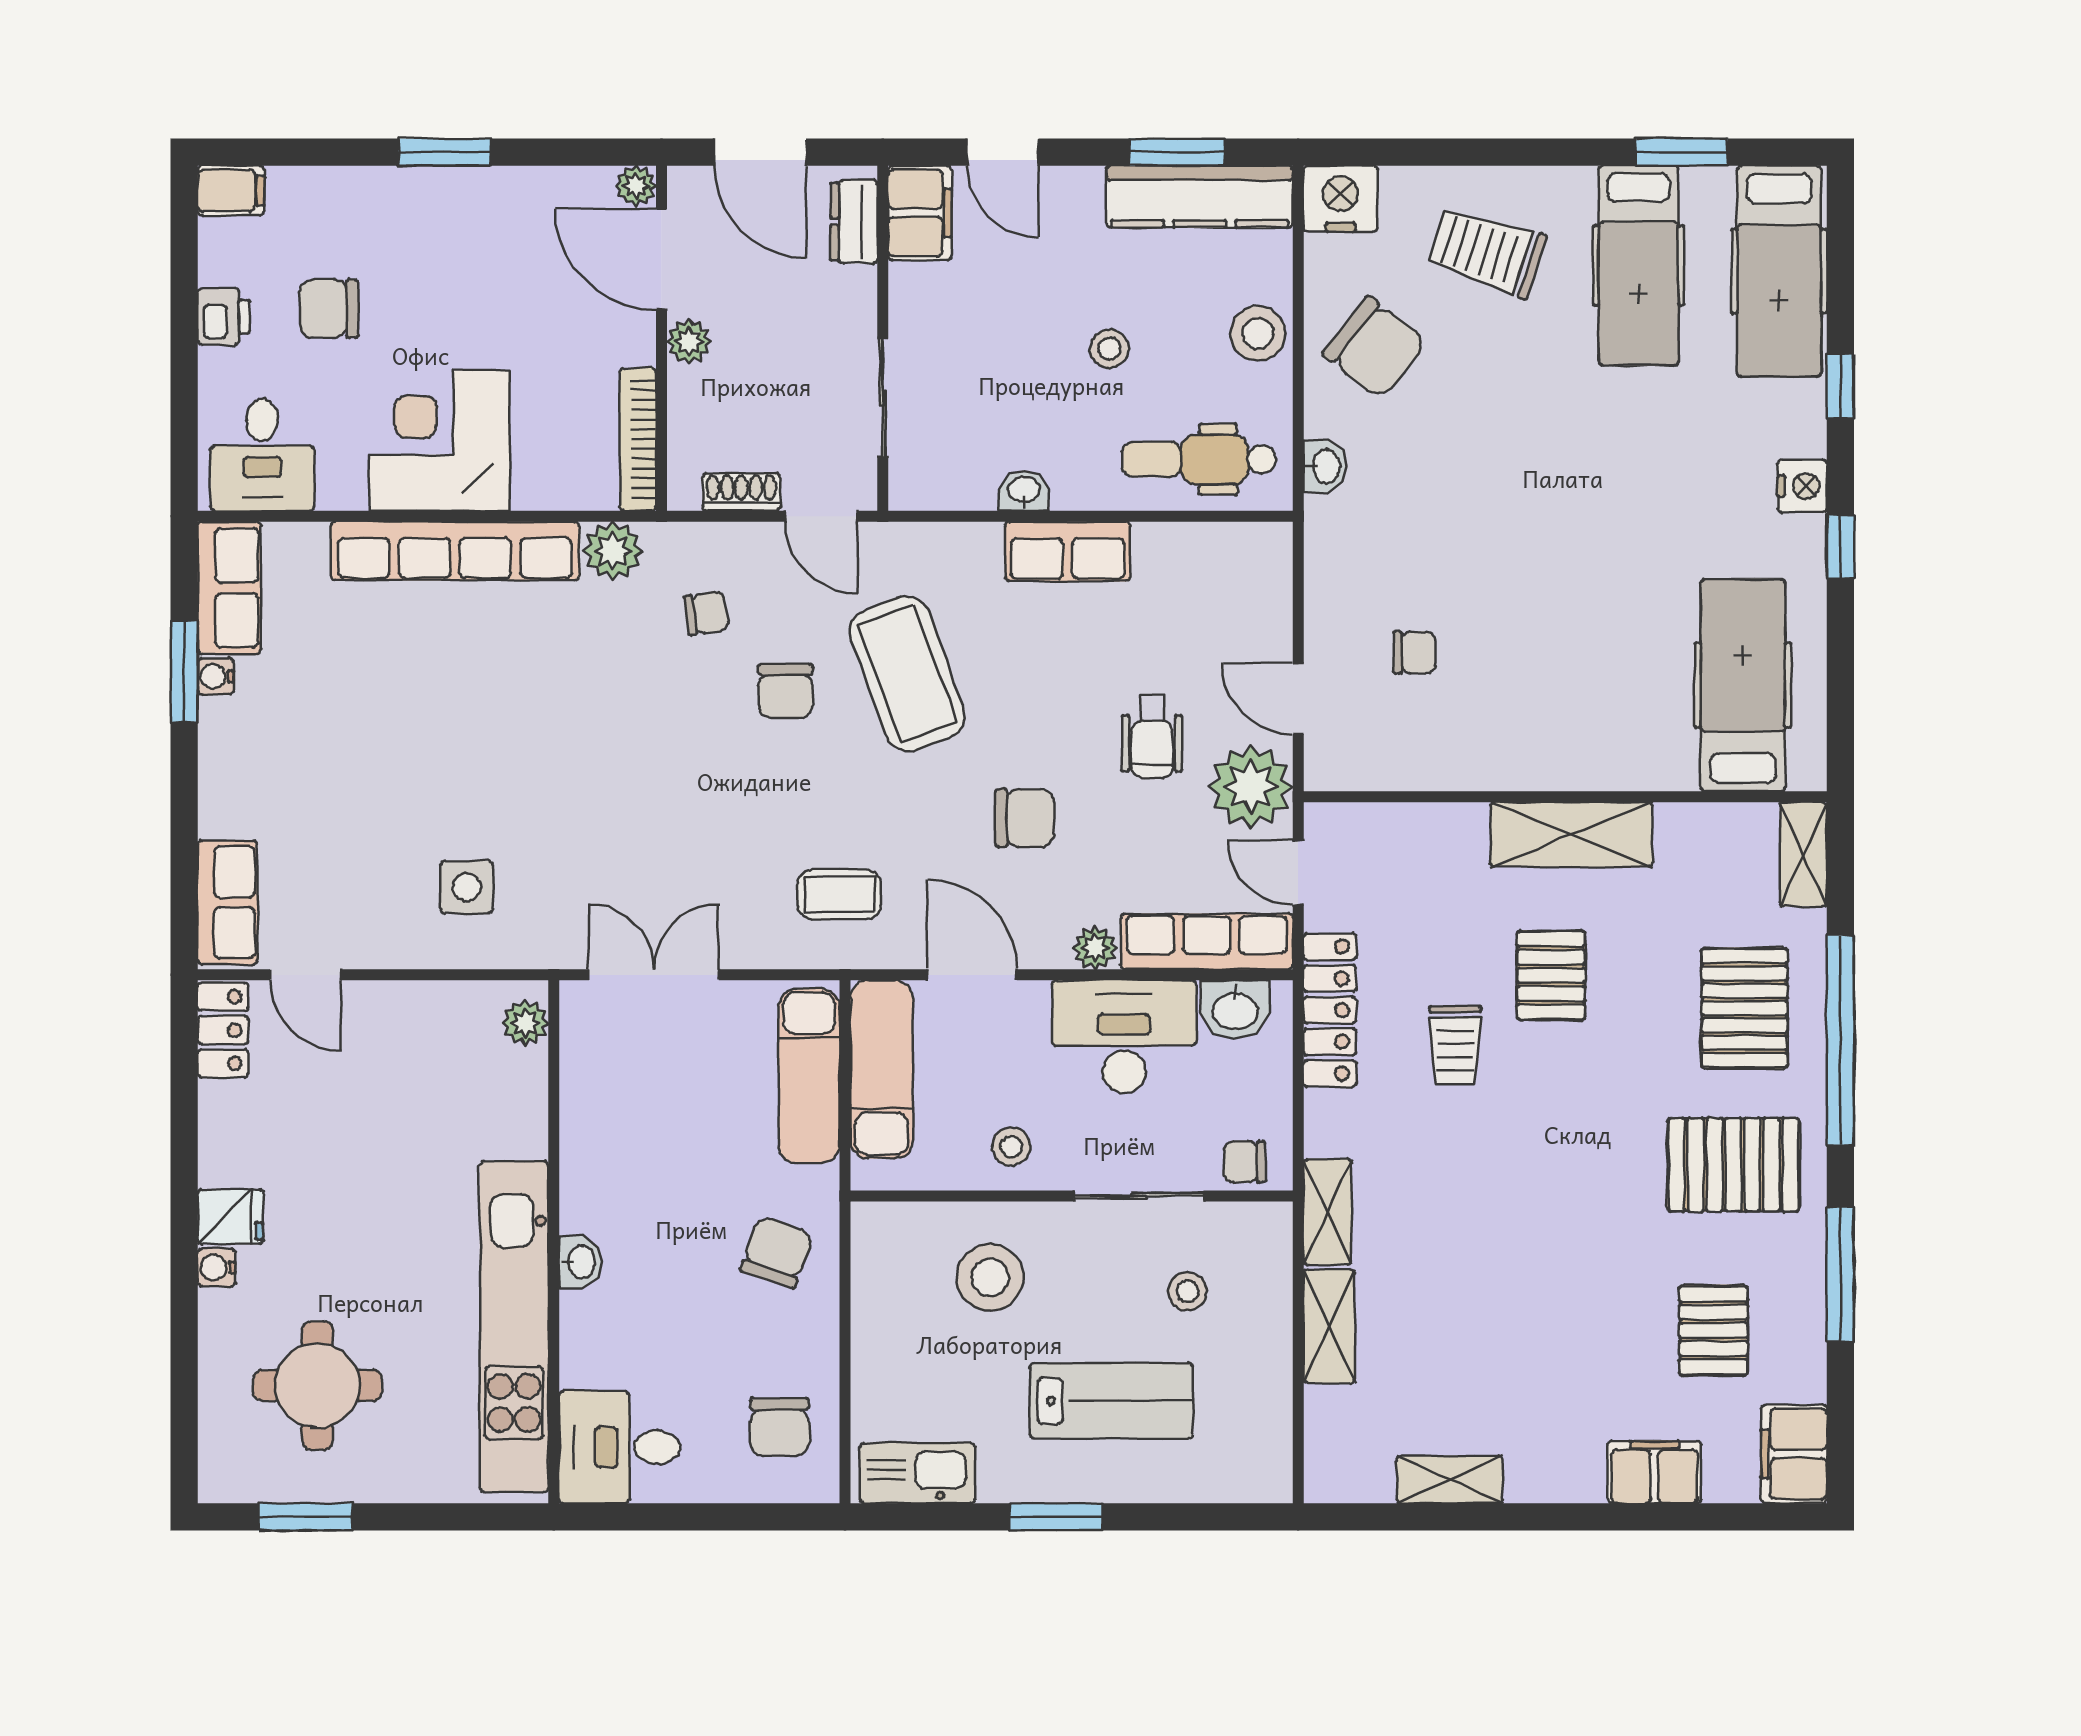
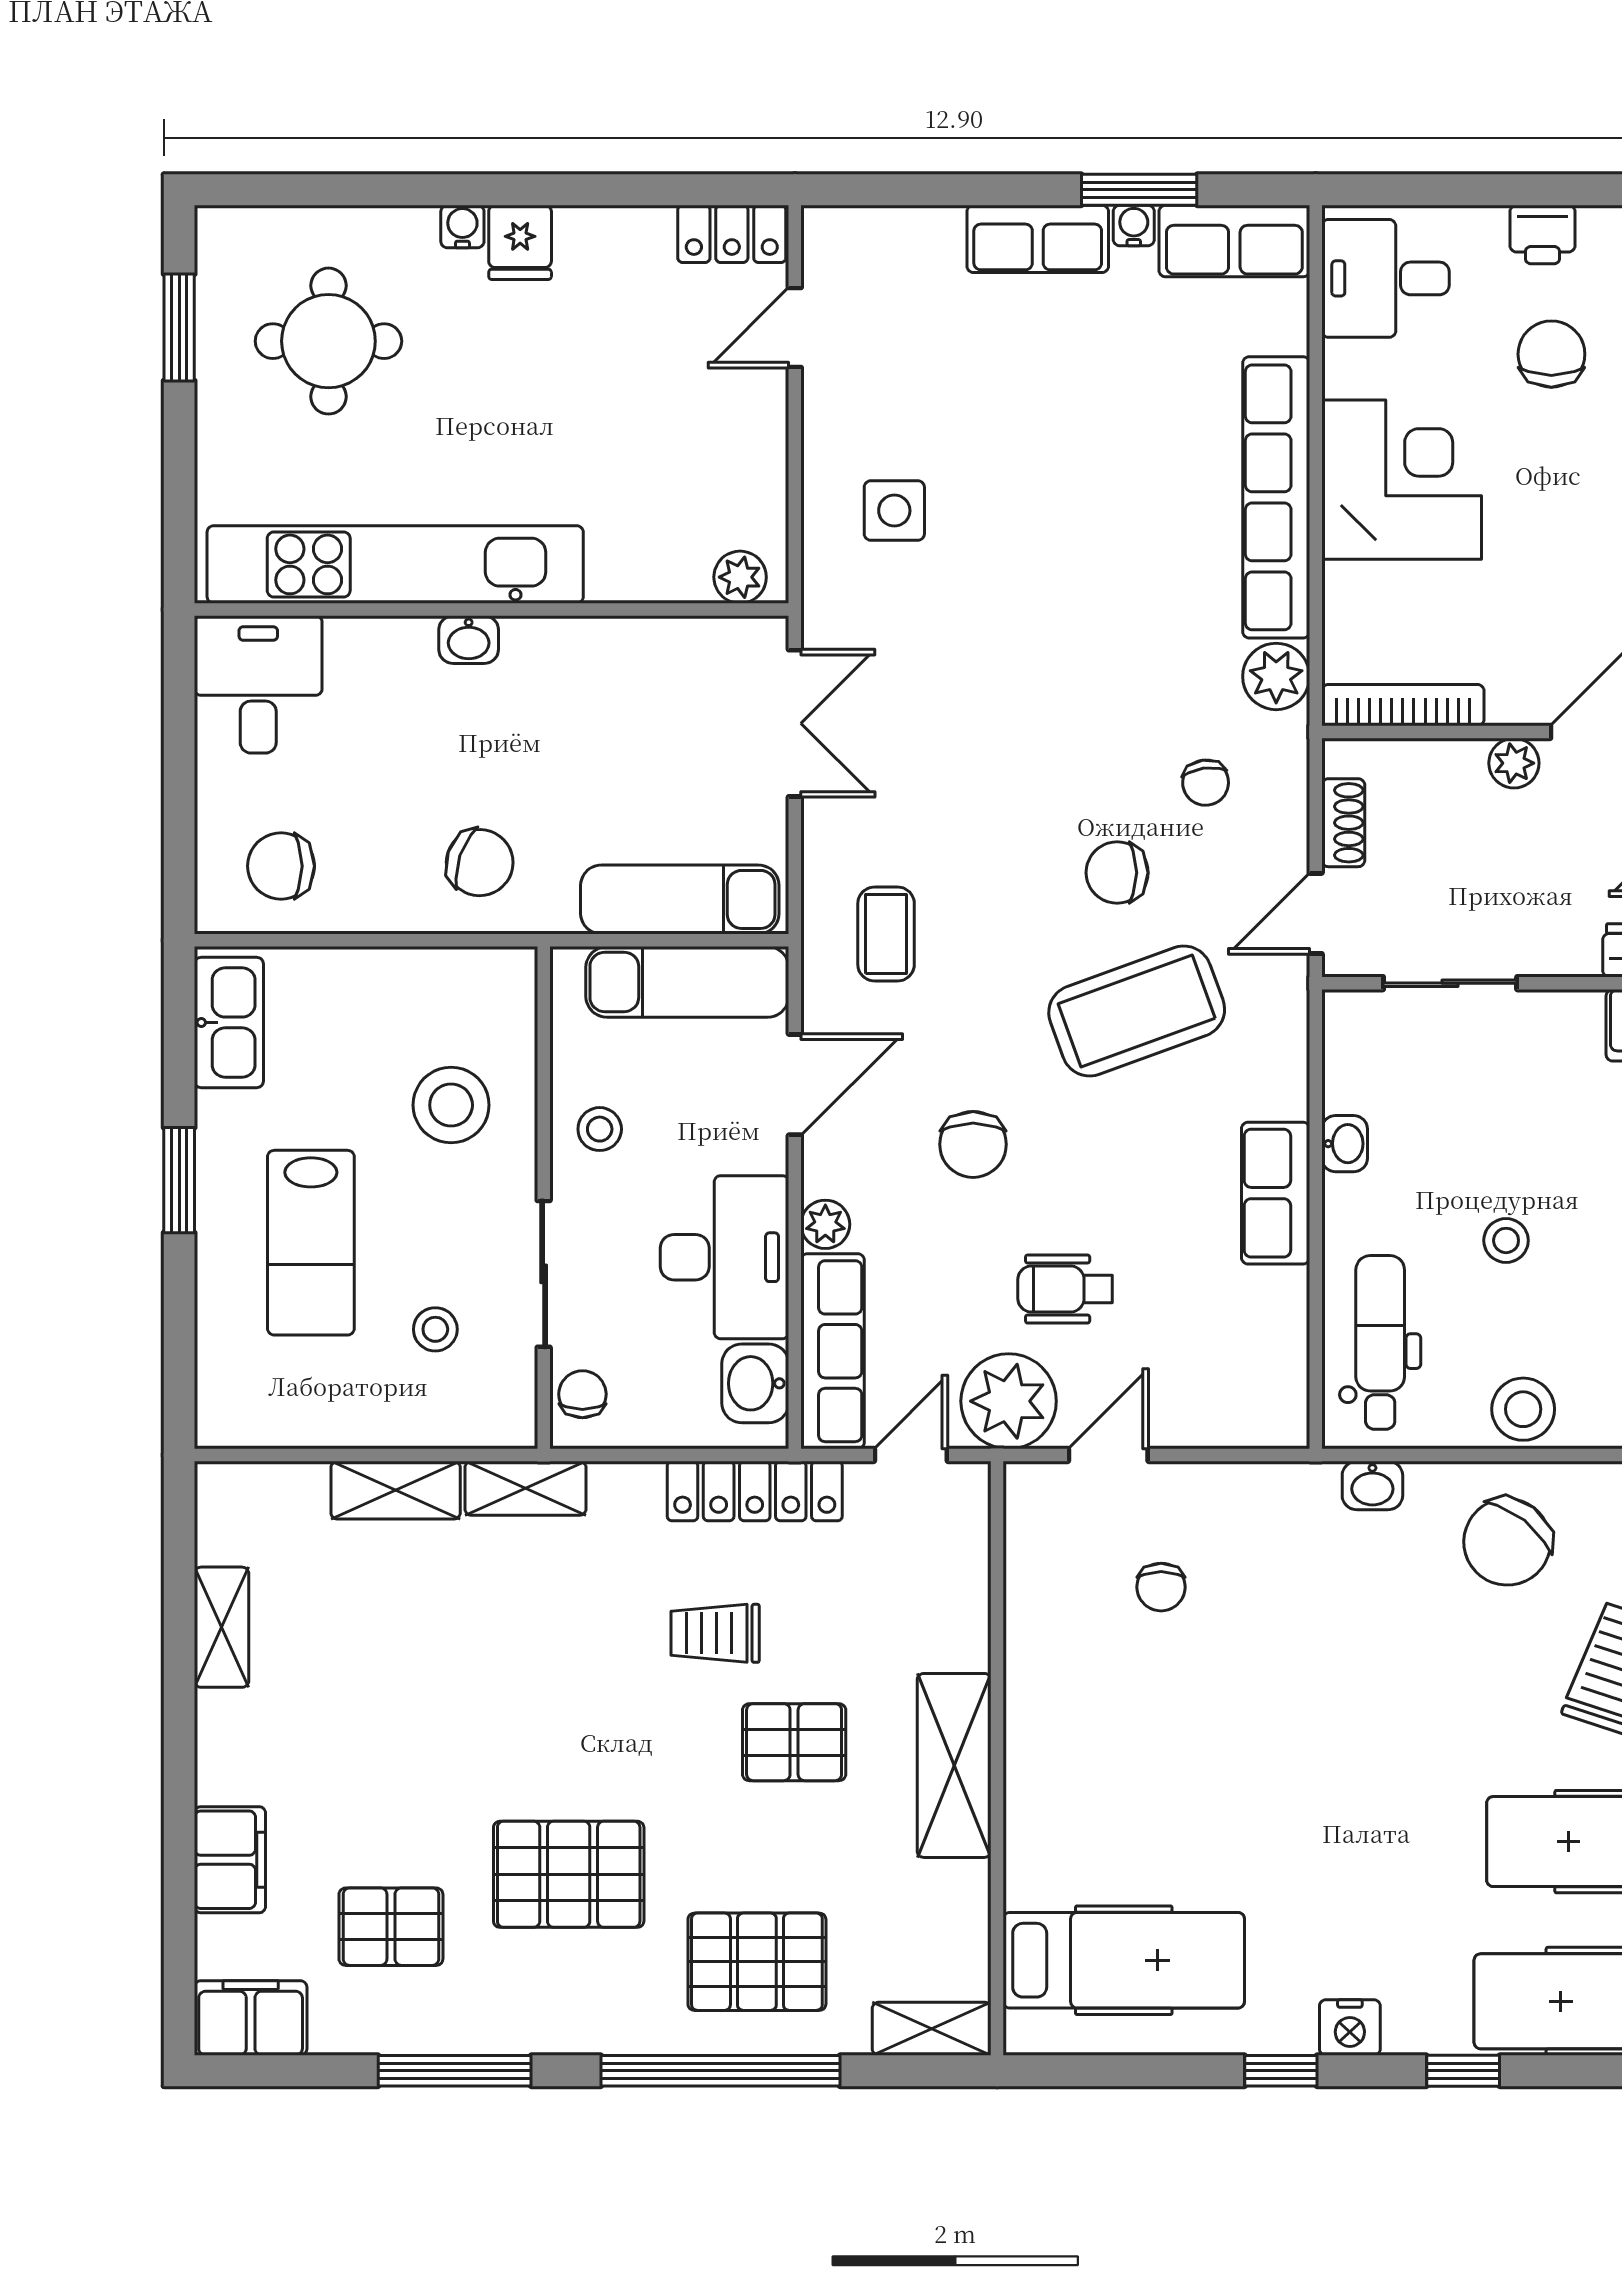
row of seats: (227, 902) -> (1038, 239), moved
pallet: (1734, 1165) -> (569, 1874), moved, turned 90

